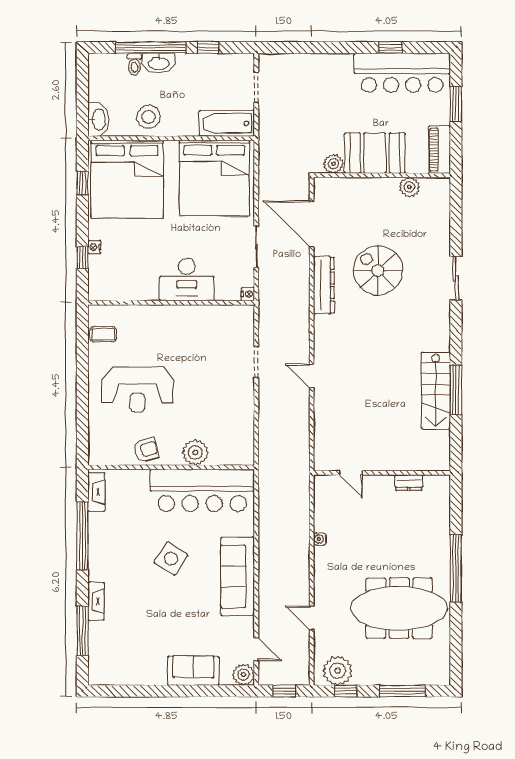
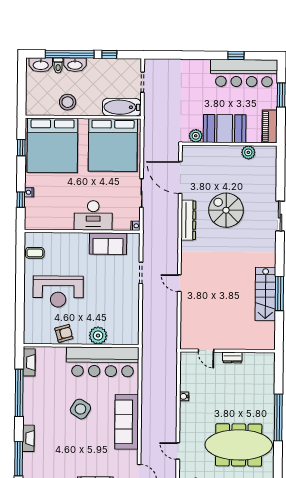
washbasin: (98, 120) -> (41, 65), moved, turned 90
sofa: (208, 320) -> (108, 244), added
dresser: (409, 482) -> (232, 358), moved

